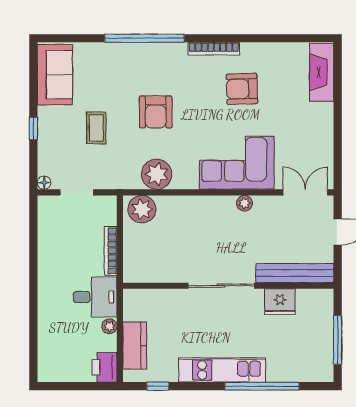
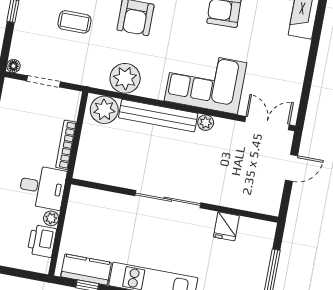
coffee table: (96, 128) -> (74, 22), turned 90
bench: (295, 273) -> (158, 116), moved
fridge: (280, 302) -> (226, 226), width x0.72
kitchen counter: (135, 346) -> (86, 270), moved, turned -90
printer: (105, 367) -> (42, 241), moved

